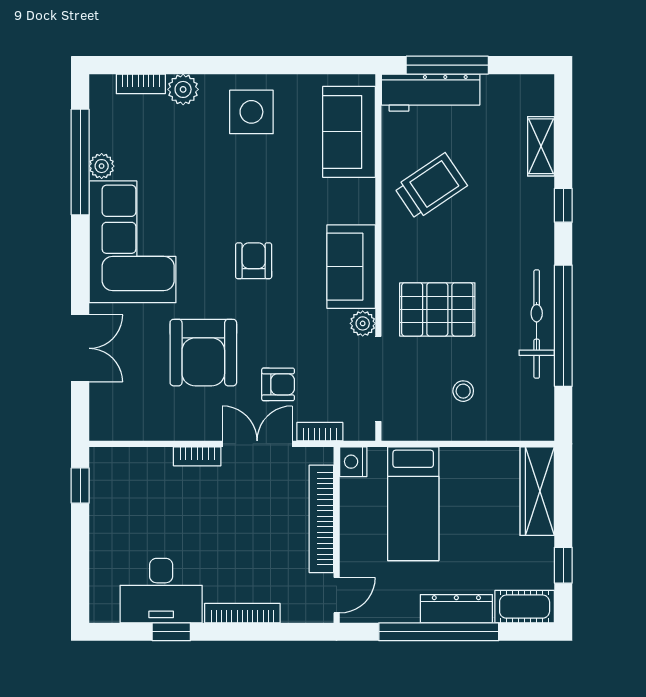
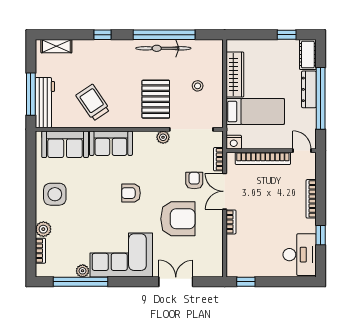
shelving: (541, 146) -> (56, 46), moved
sofa: (351, 267) -> (111, 143), moved
wardrobe: (537, 491) -> (235, 75), moved, turned -90
desk: (161, 591) -> (300, 255), moved

